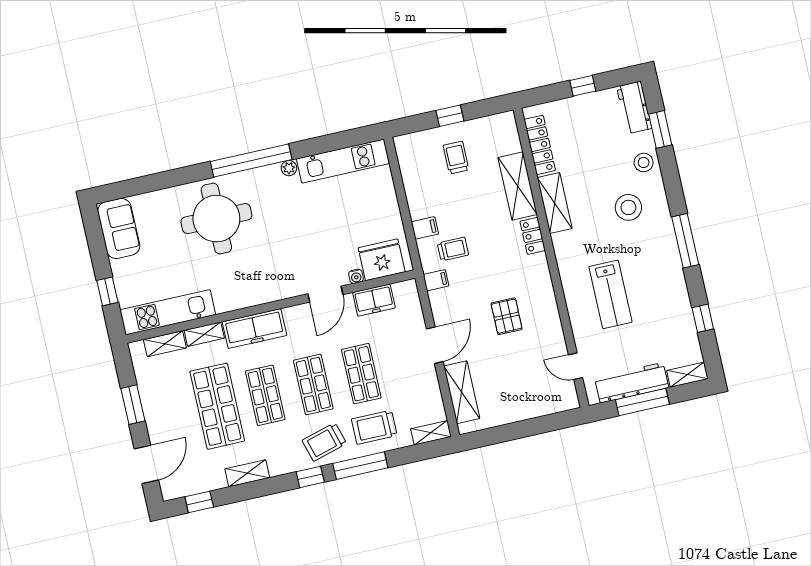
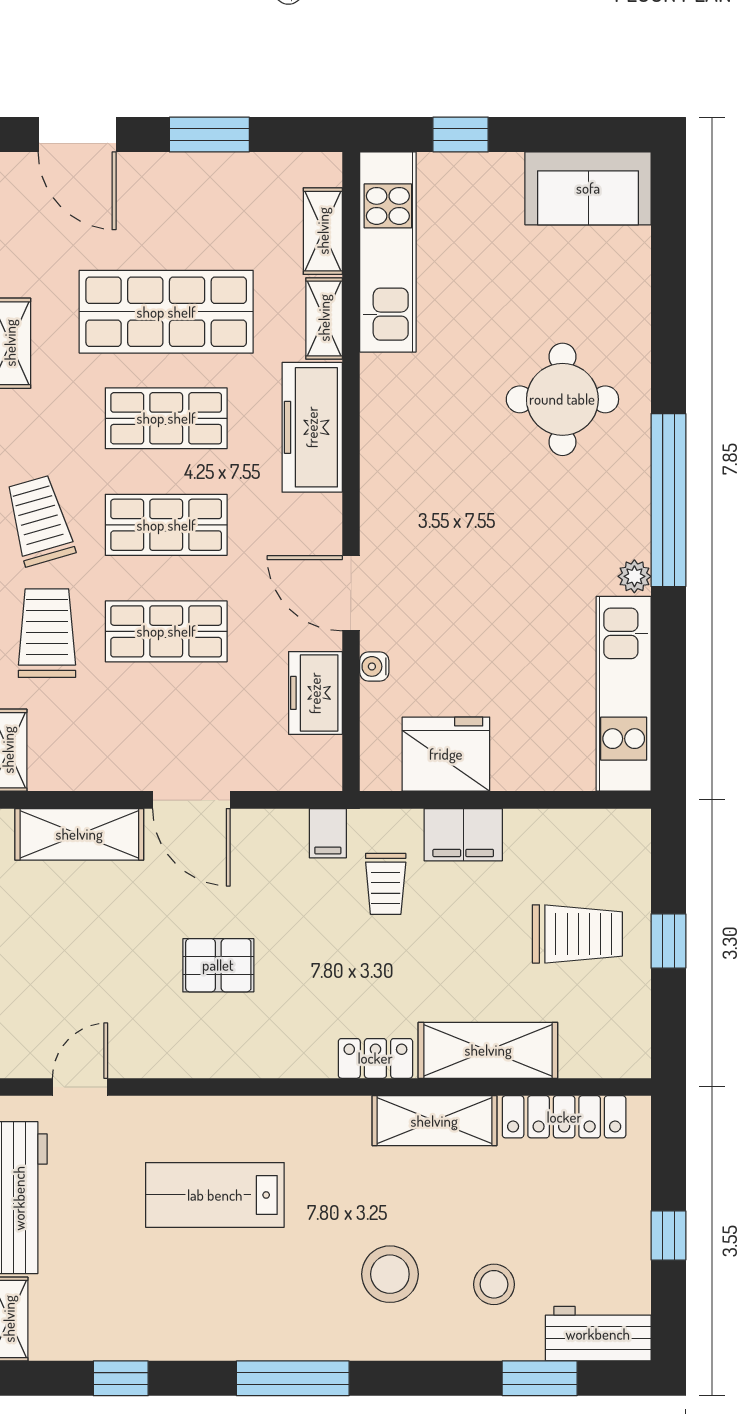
trolley: (456, 158) -> (577, 934), width x1.36, depth x1.39
stool: (644, 162) -> (494, 1284), moved
round table: (216, 219) -> (562, 399), width x0.73, depth x0.73
filing cabinet: (425, 228) -> (463, 835), width x2.00
fridge: (382, 260) -> (446, 754), moved, turned -90

